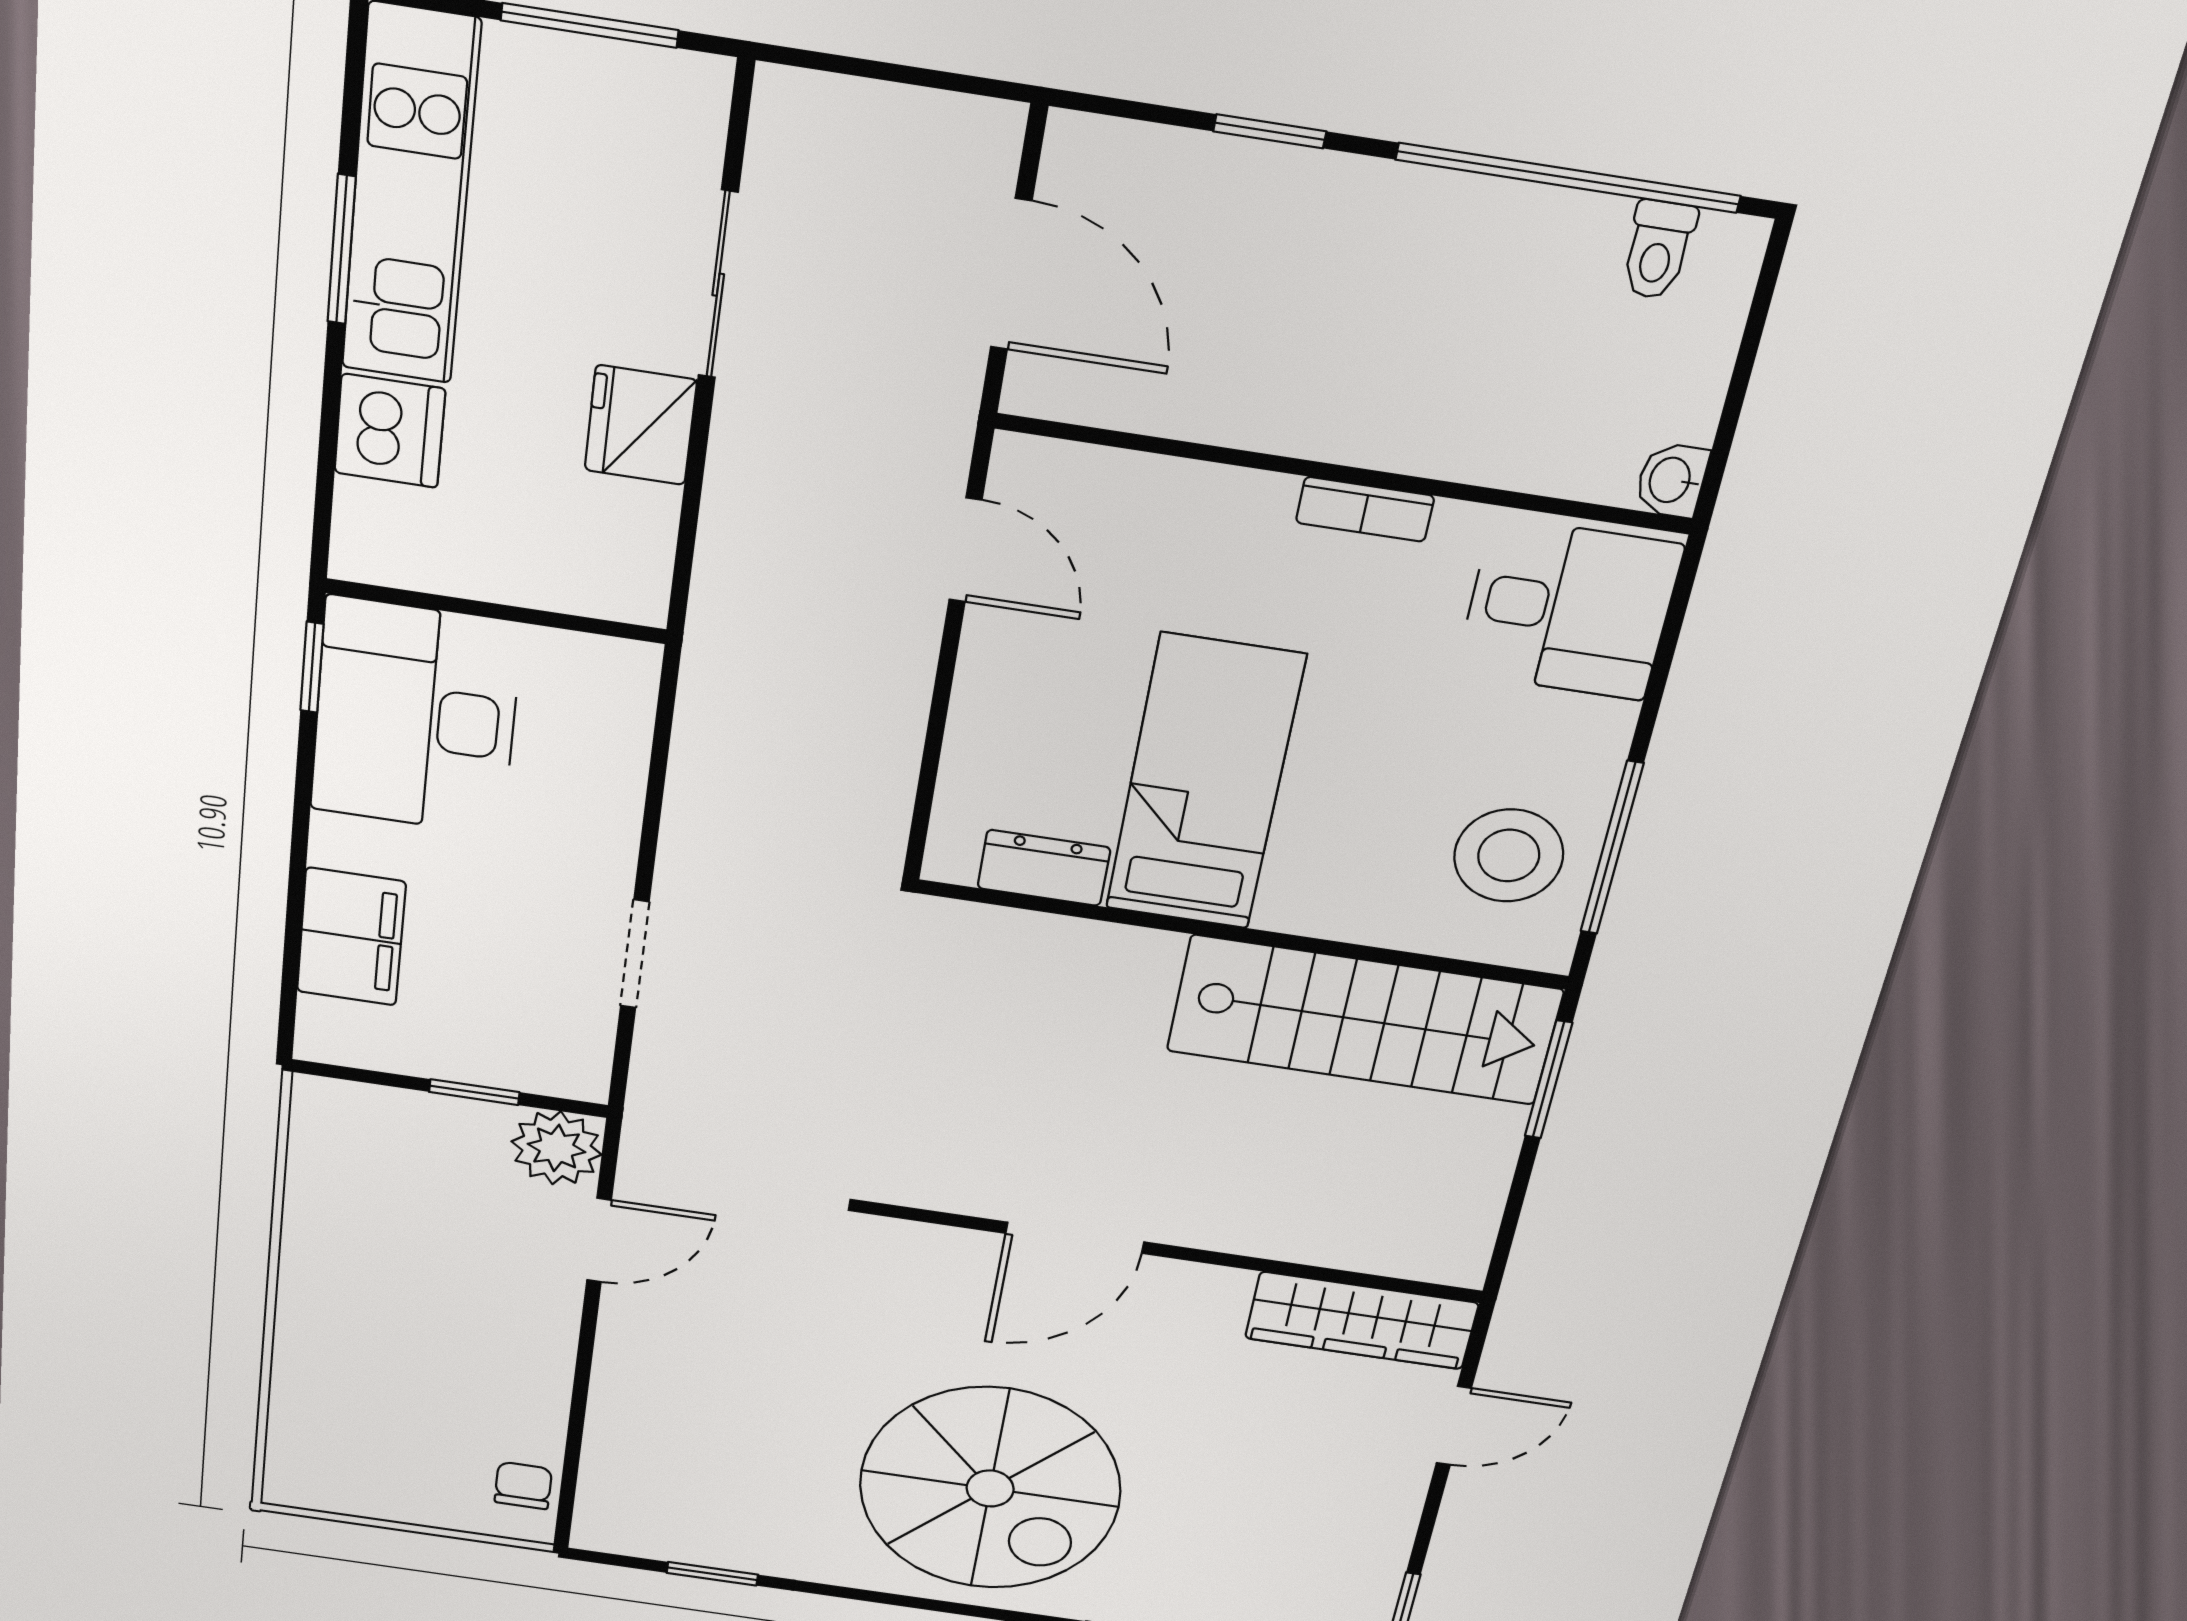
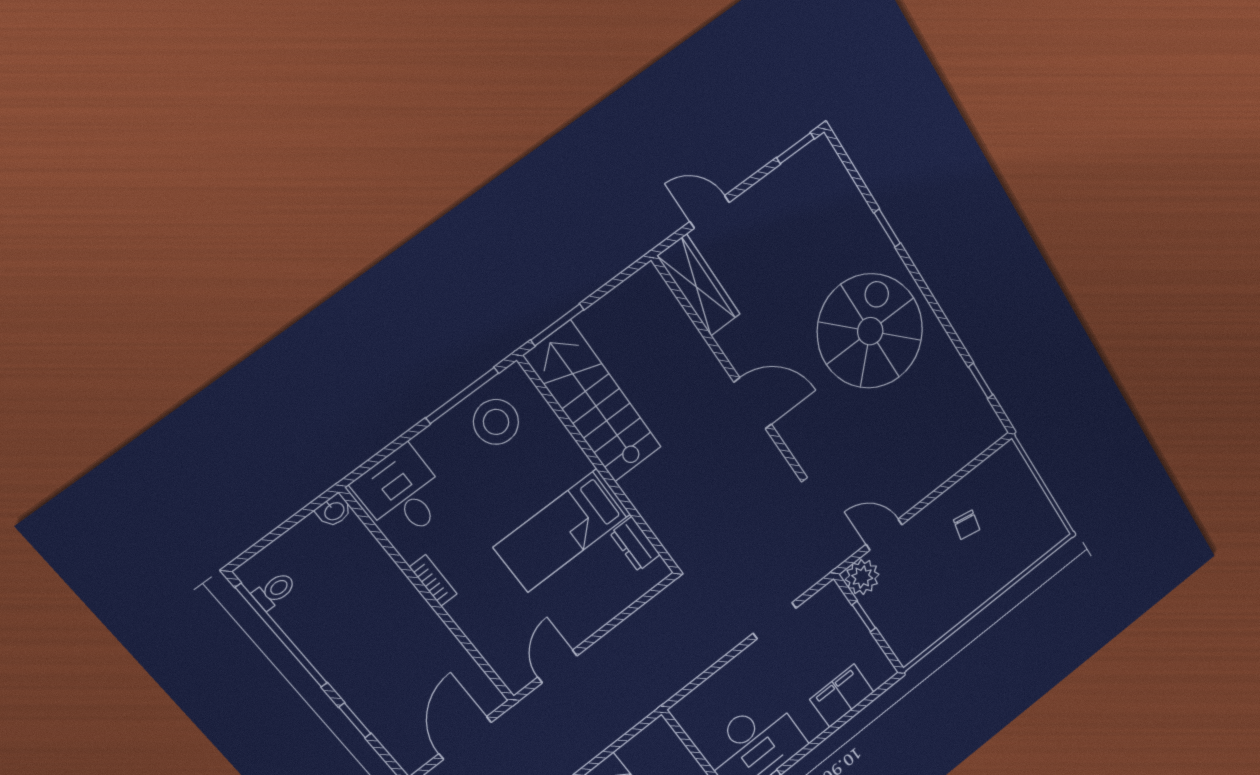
chair: (523, 1485) -> (967, 525), moved, turned -79

